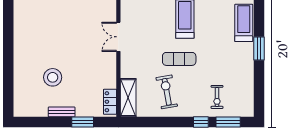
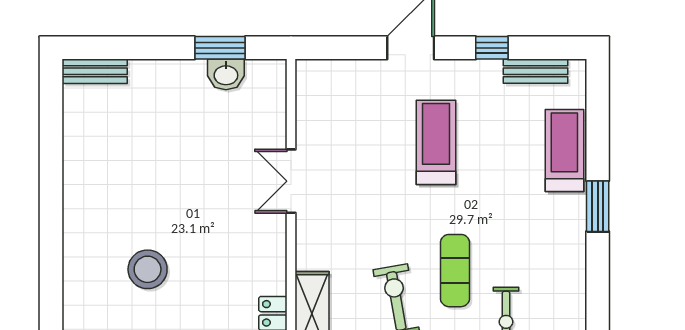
exercise mat: (179, 59) -> (455, 271), moved, turned 90

